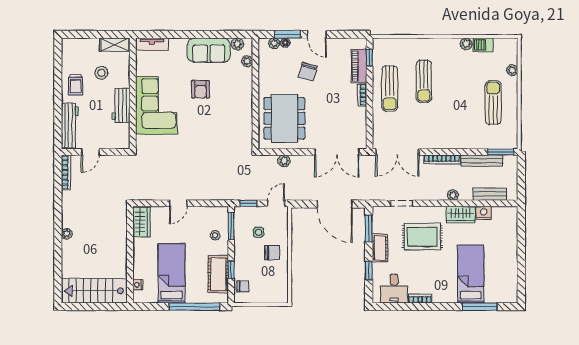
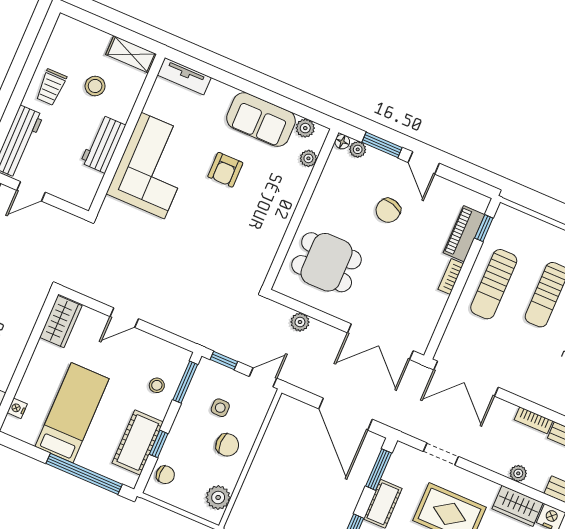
floor lamp: (285, 43) -> (342, 142), moved
dining table: (284, 118) -> (327, 262), width x0.73
bookcase: (442, 159) -> (534, 420), width x0.64
plant: (280, 286) -> (218, 497), added

